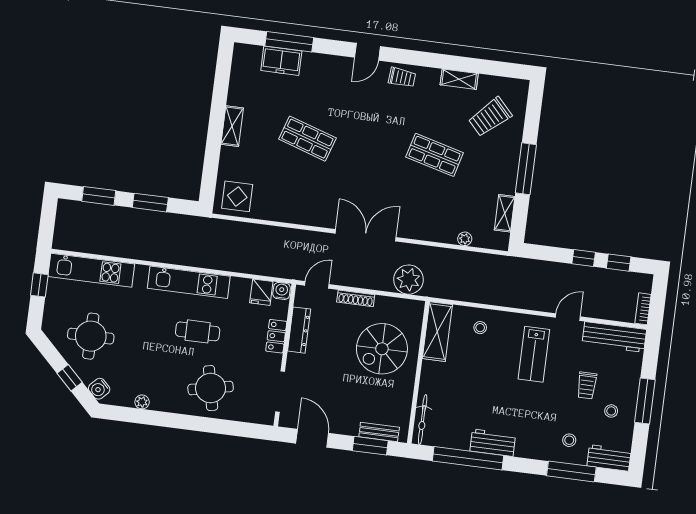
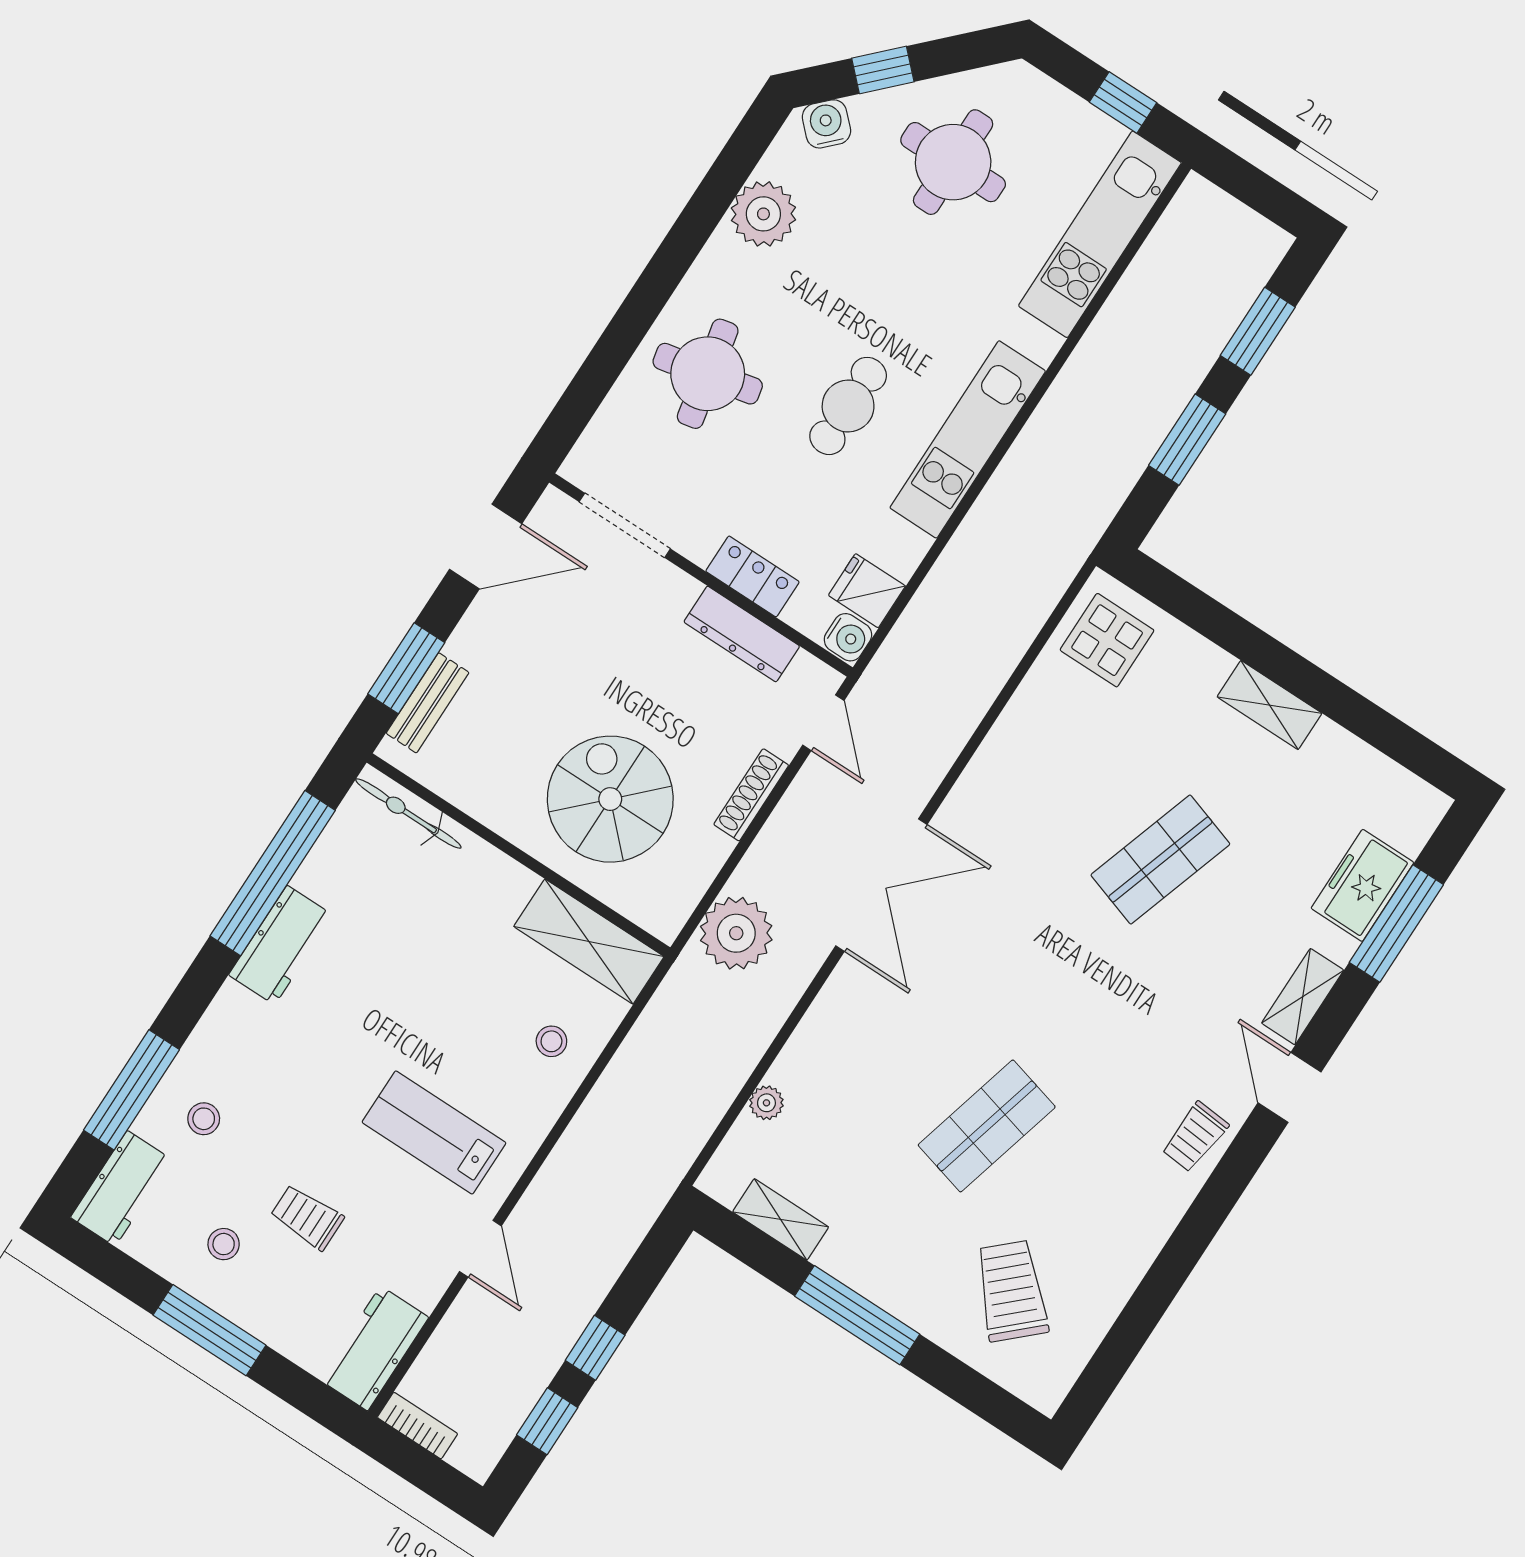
shelving: (459, 79) -> (1303, 997), moved
workbench: (614, 337) -> (374, 1348), width x0.73
plant: (142, 402) -> (763, 214), width x1.87, depth x1.87

